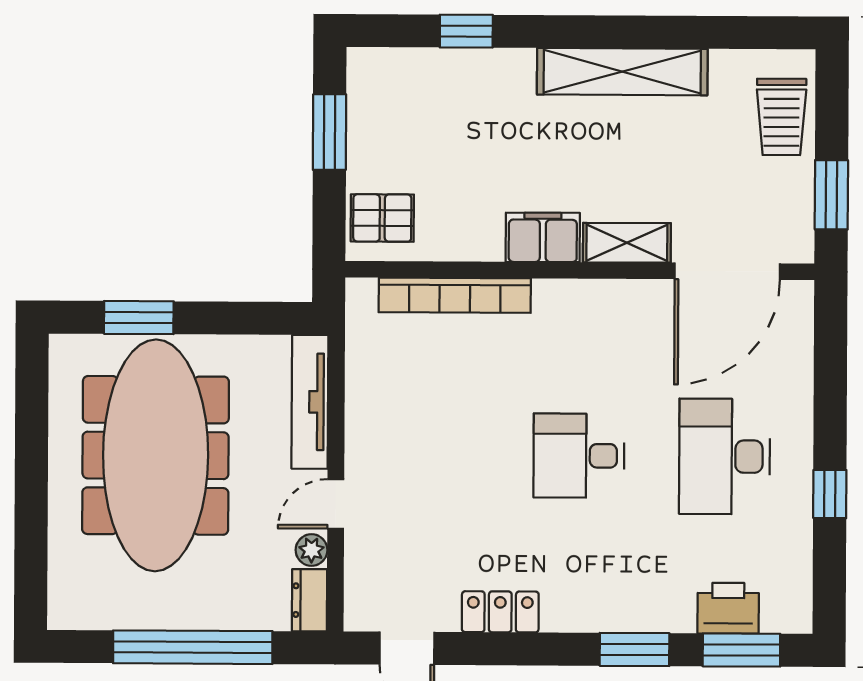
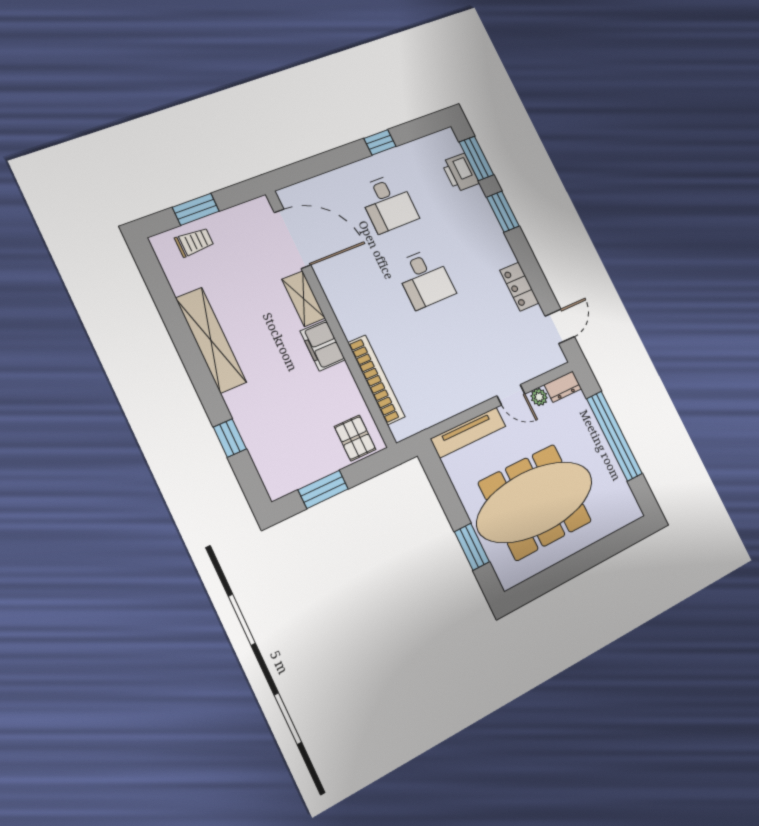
trolley: (781, 117) -> (194, 242), width x0.73, depth x0.72
window: (831, 195) -> (196, 209), moved
desk: (725, 456) -> (388, 203), width x0.73

